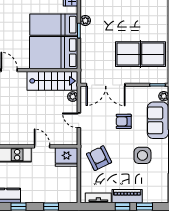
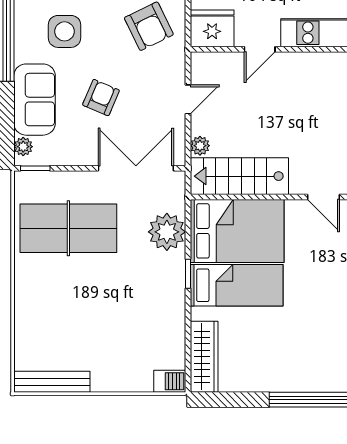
plant: (85, 21) -> (167, 232), moved, width x1.88, depth x1.88
door: (79, 120) -> (188, 99), hinge flipped
armchair: (124, 121) -> (101, 98), turned -67
door: (42, 146) -> (260, 49), hinge flipped

